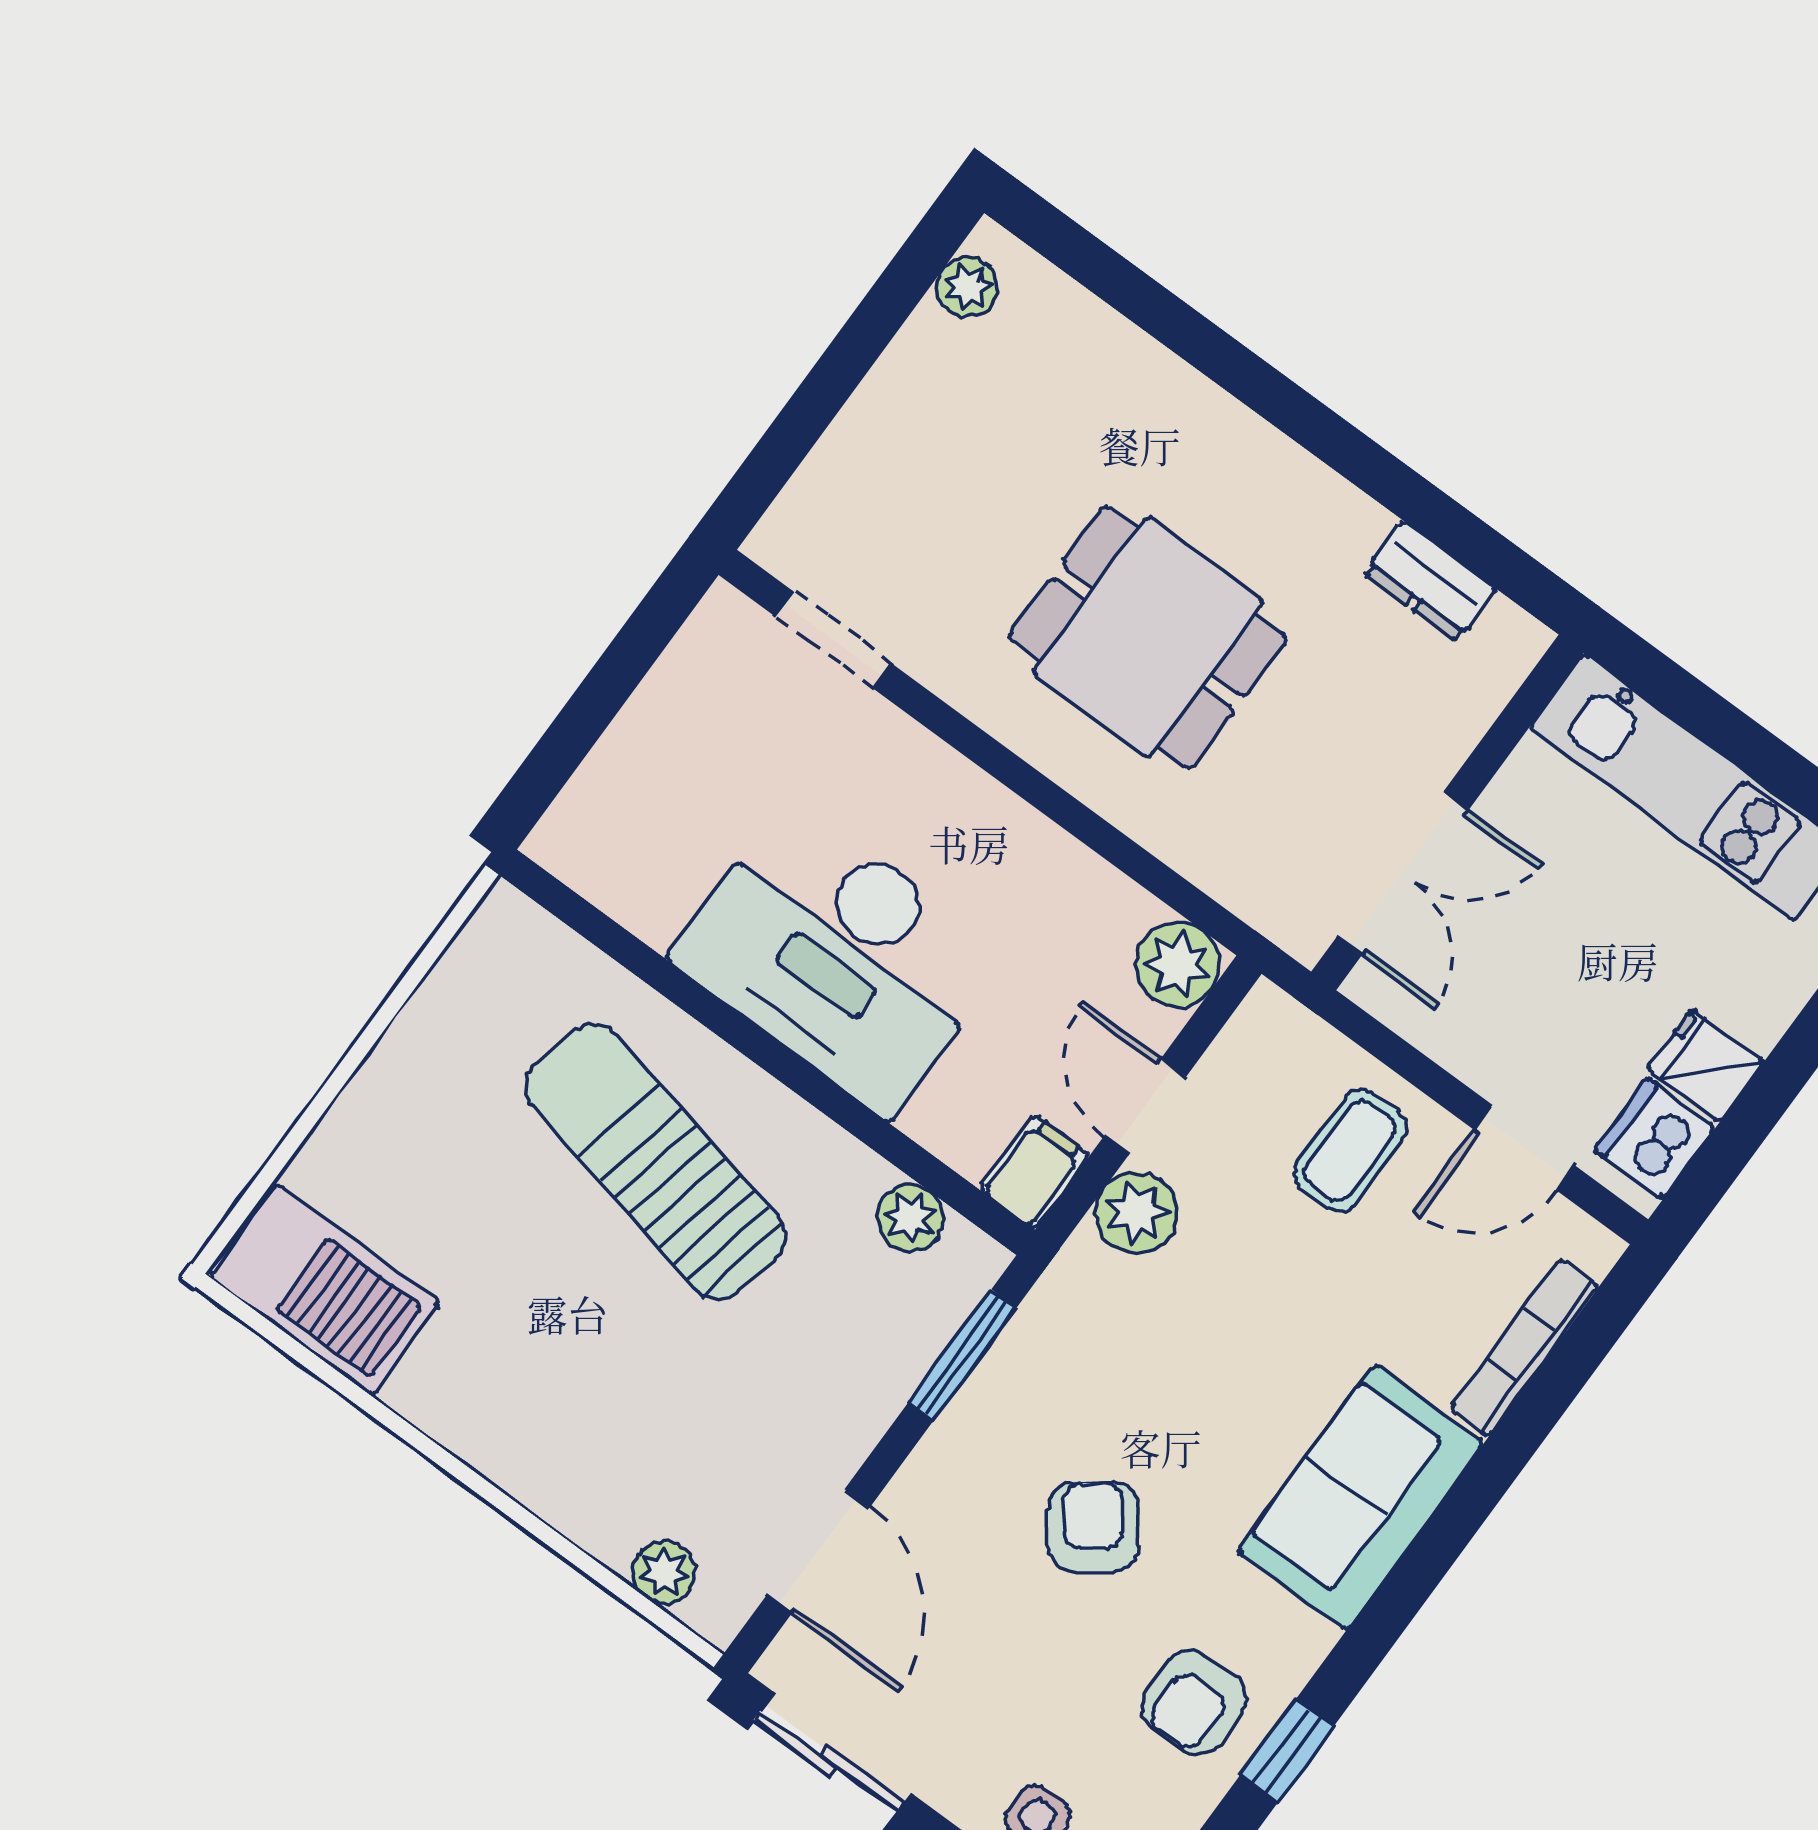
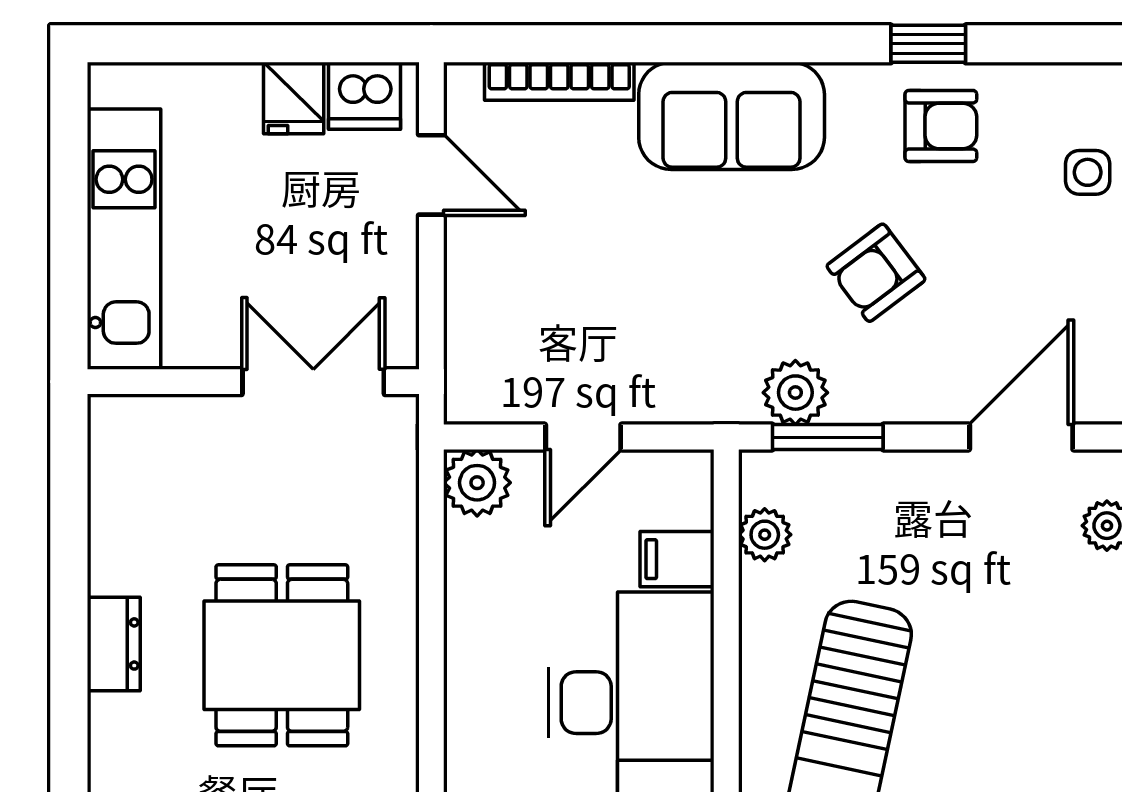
dresser: (1430, 581) -> (114, 644), moved
coffee table: (1350, 1151) -> (515, 285), removed
filing cabinet: (1034, 1172) -> (677, 559), moved
plant: (1136, 1213) -> (795, 393), moved

